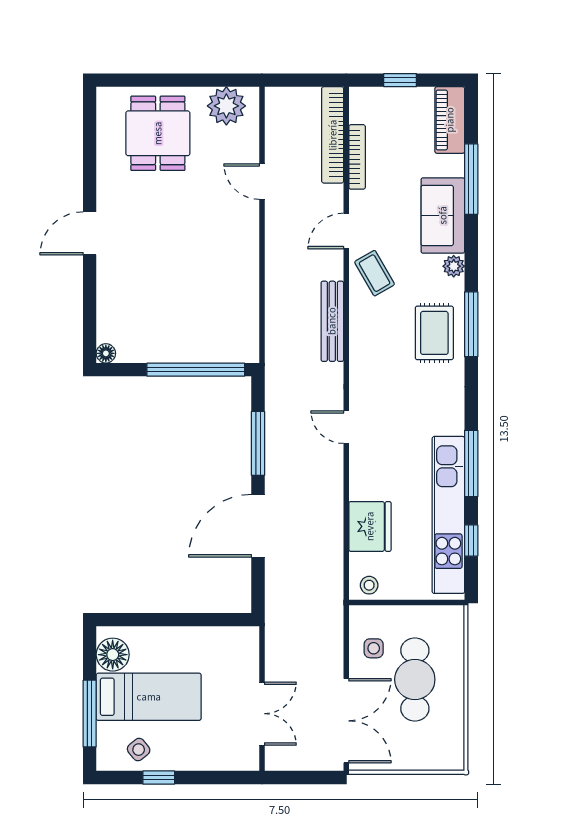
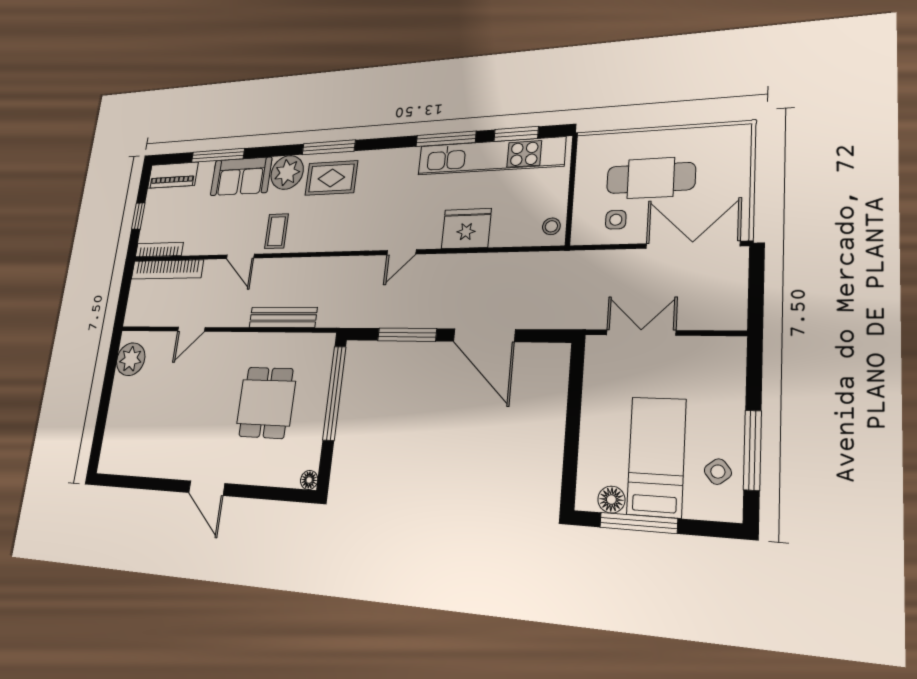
dining table: (158, 133) -> (266, 402), moved, turned 90
bookcase: (357, 157) -> (159, 250), moved
plant: (454, 266) -> (287, 172), width x1.87, depth x1.87
coffee table: (375, 273) -> (277, 231), turned -60
bench: (332, 321) -> (283, 317), moved
fridge: (370, 526) -> (466, 229), moved
window: (471, 541) -> (516, 134), width x1.50
floor lamp: (113, 655) -> (611, 500), width x0.73, depth x0.73
window: (90, 714) -> (638, 523), moved
double door: (262, 714) -> (641, 333), moved
window: (159, 777) -> (752, 450), width x2.17

